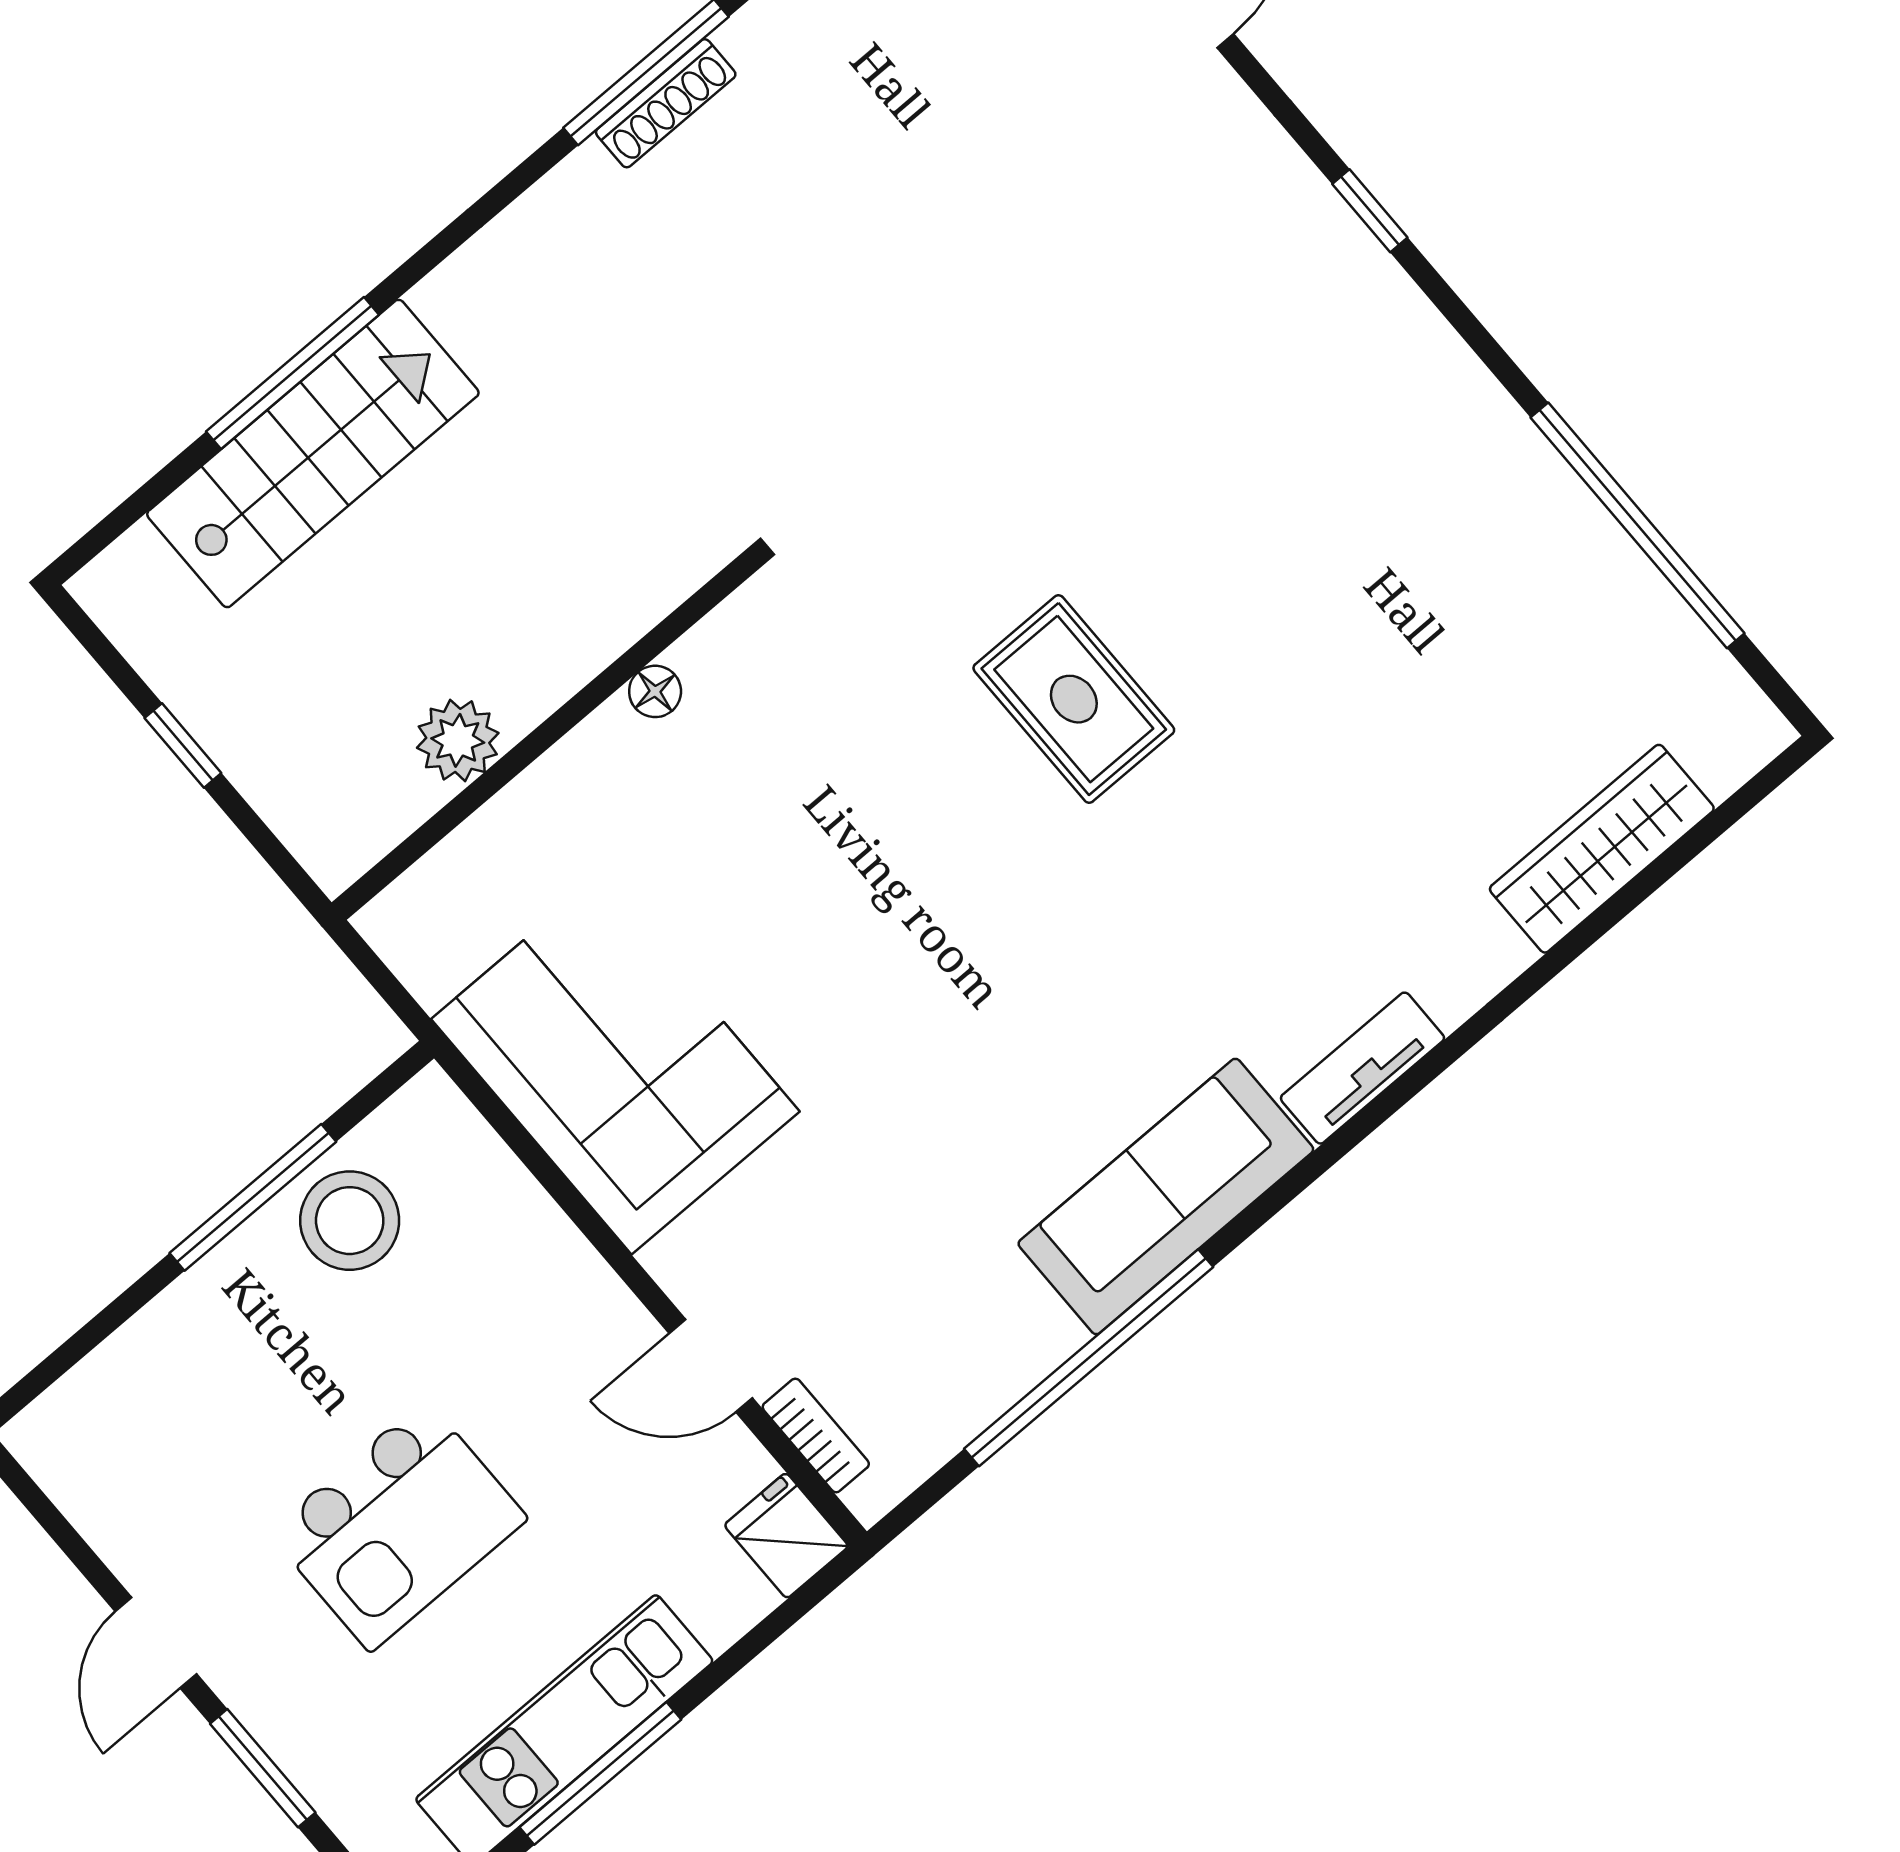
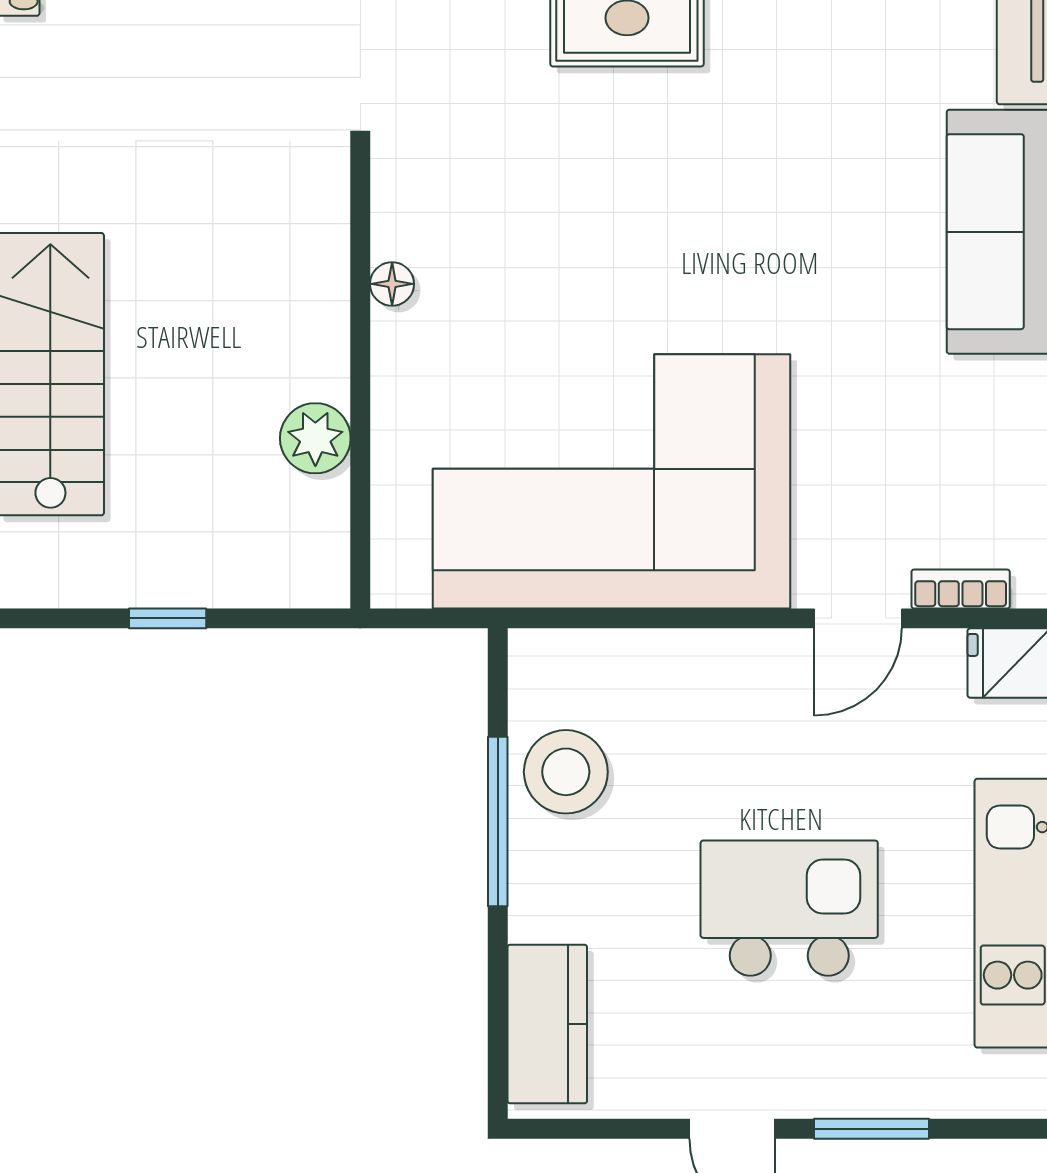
corner sofa: (615, 1065) -> (612, 481), width x1.36, depth x1.36
kitchen counter: (109, 1397) -> (547, 1024), added
kitchen island: (398, 1526) -> (789, 908), turned -90

